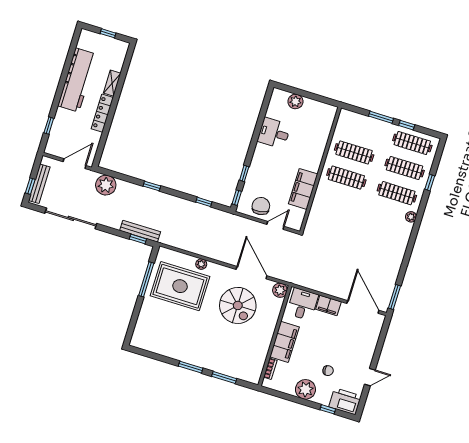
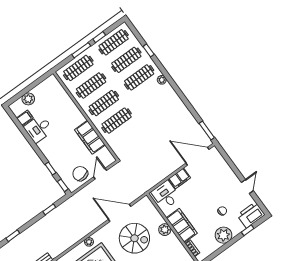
filing cabinet: (275, 112) -> (25, 118), added
clothes rail: (362, 127) -> (78, 68), added
clothes rail: (339, 203) -> (117, 121), added
plant: (280, 290) -> (165, 230), moved

